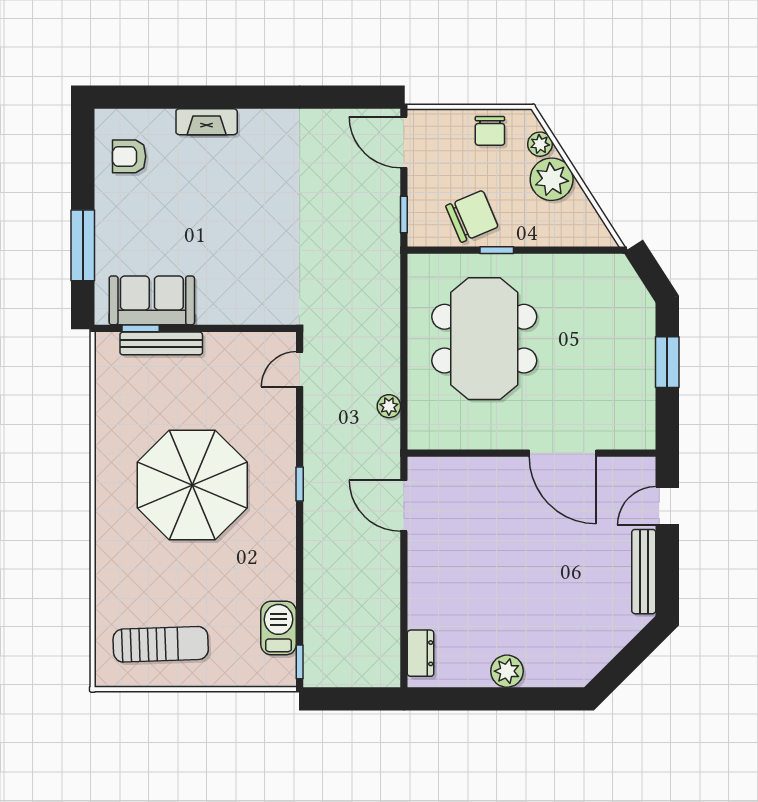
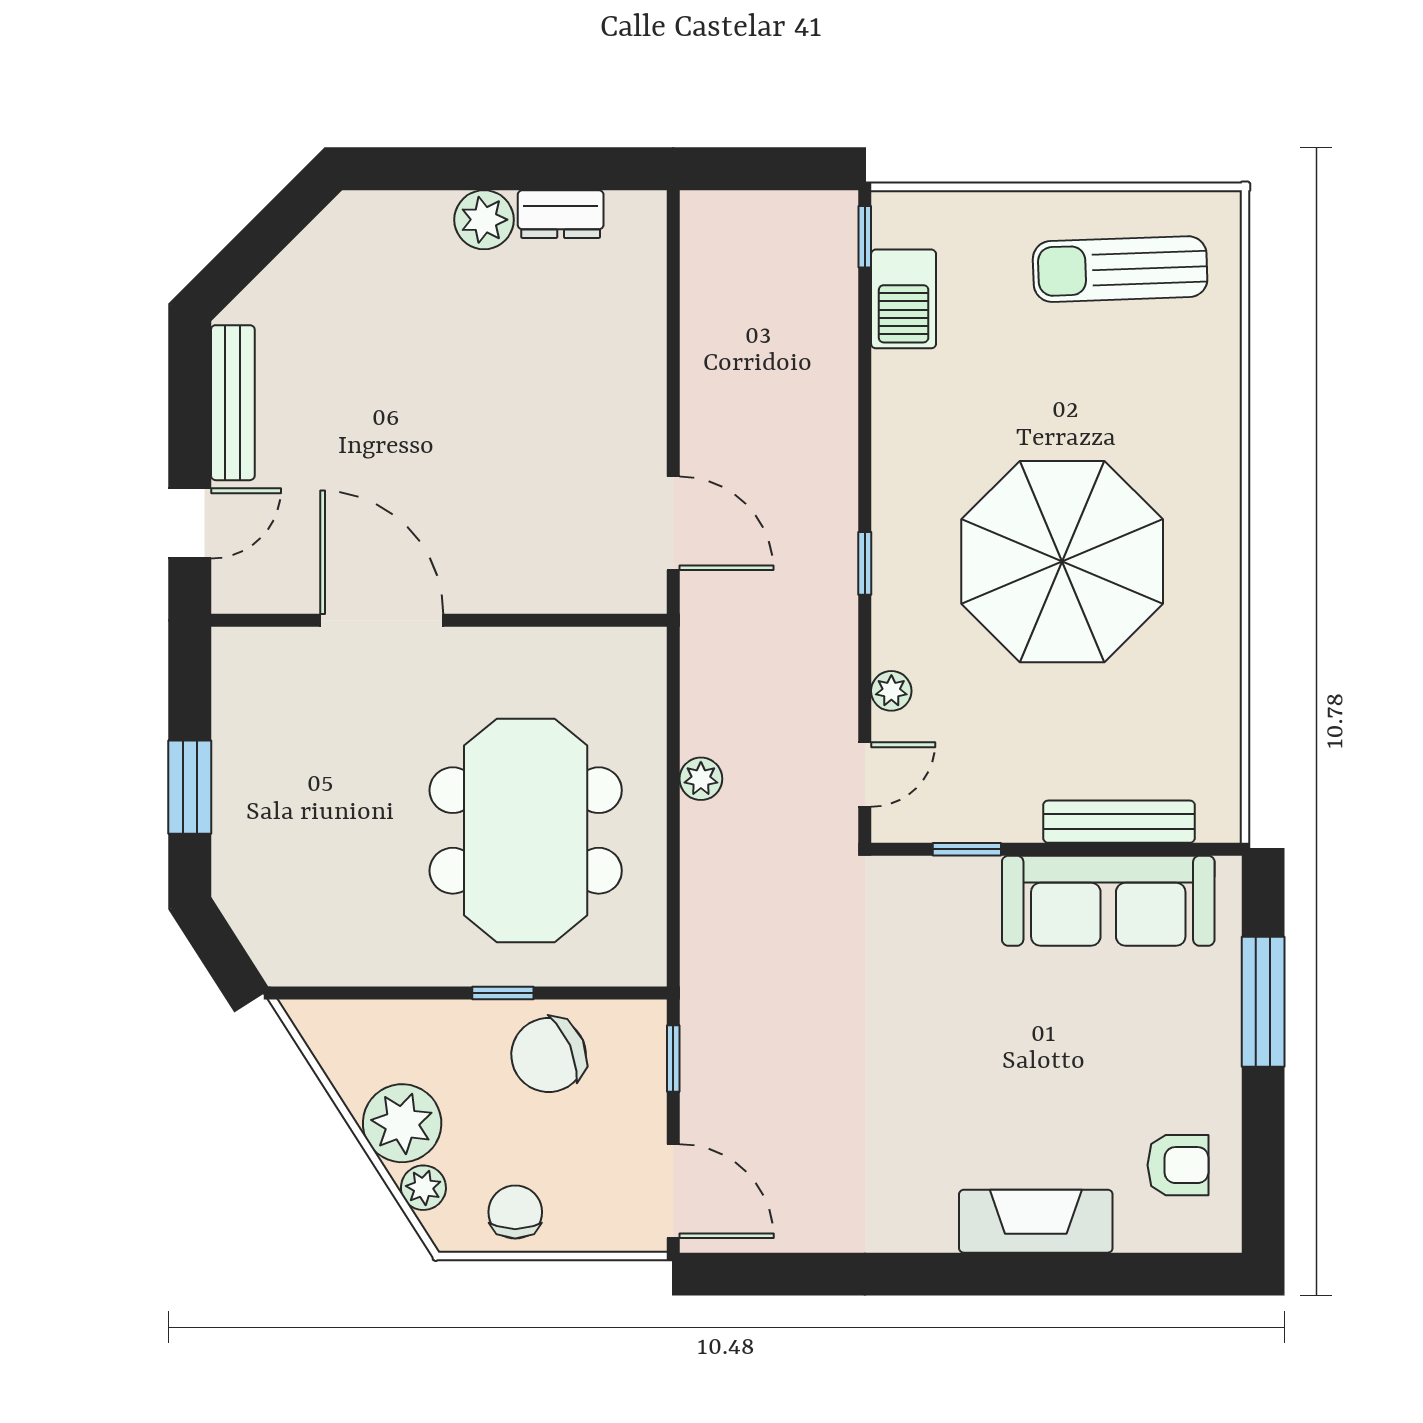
fireplace: (207, 122) -> (1036, 1221), width x1.37, depth x1.32
sofa: (152, 300) -> (1108, 901), width x1.36
window: (141, 328) -> (967, 849), moved
plant: (389, 406) -> (701, 779), moved
plant: (285, 415) -> (891, 691), added
dresser: (421, 653) -> (561, 214), moved, turned -90

